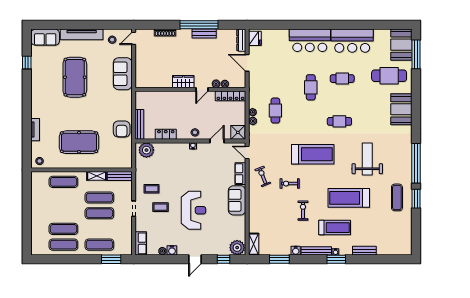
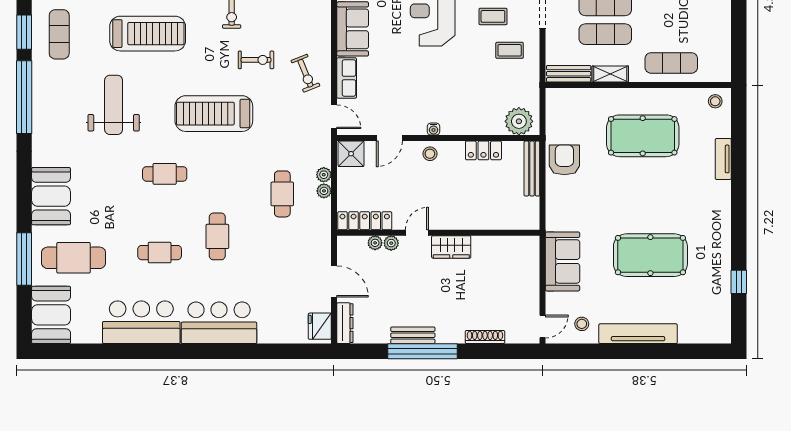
sofa: (45, 37) -> (705, 328), removed
window: (416, 54) -> (24, 259), moved
pool table: (75, 77) -> (650, 255), turned 90
weight bench: (367, 159) -> (114, 105), turned 180

